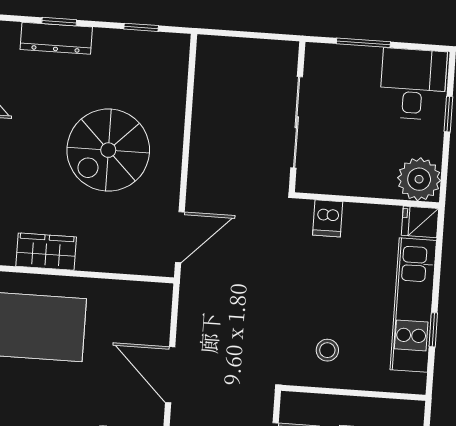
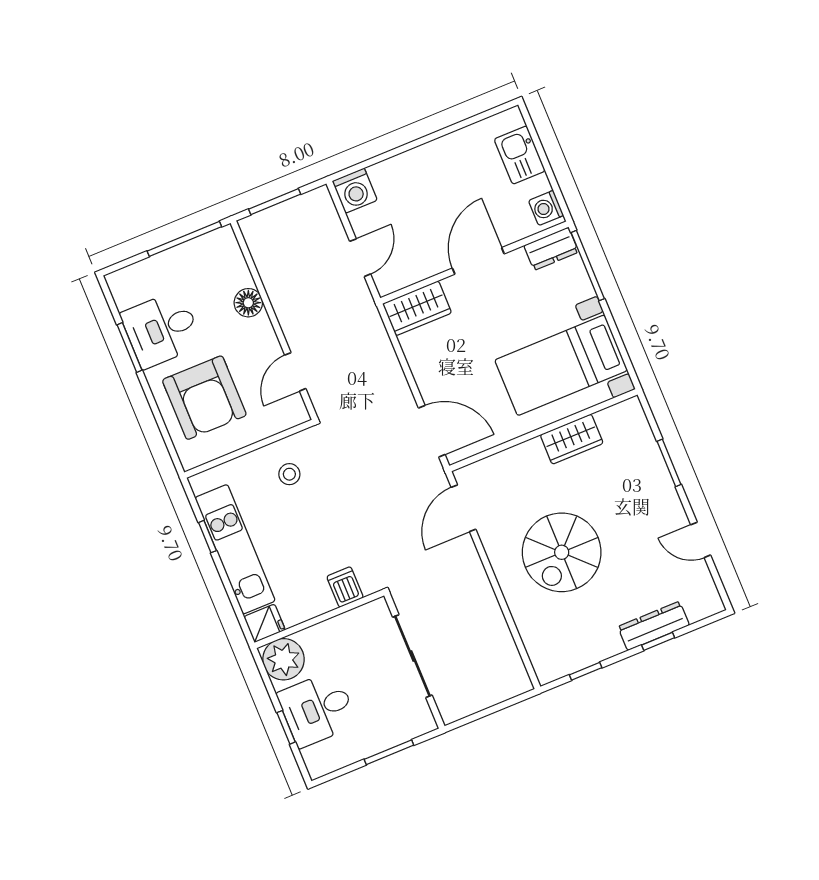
desk: (413, 84) -> (317, 709), moved, turned 90
spiral stairs: (108, 150) -> (562, 552), turned 180
door: (170, 375) -> (432, 431), moved

